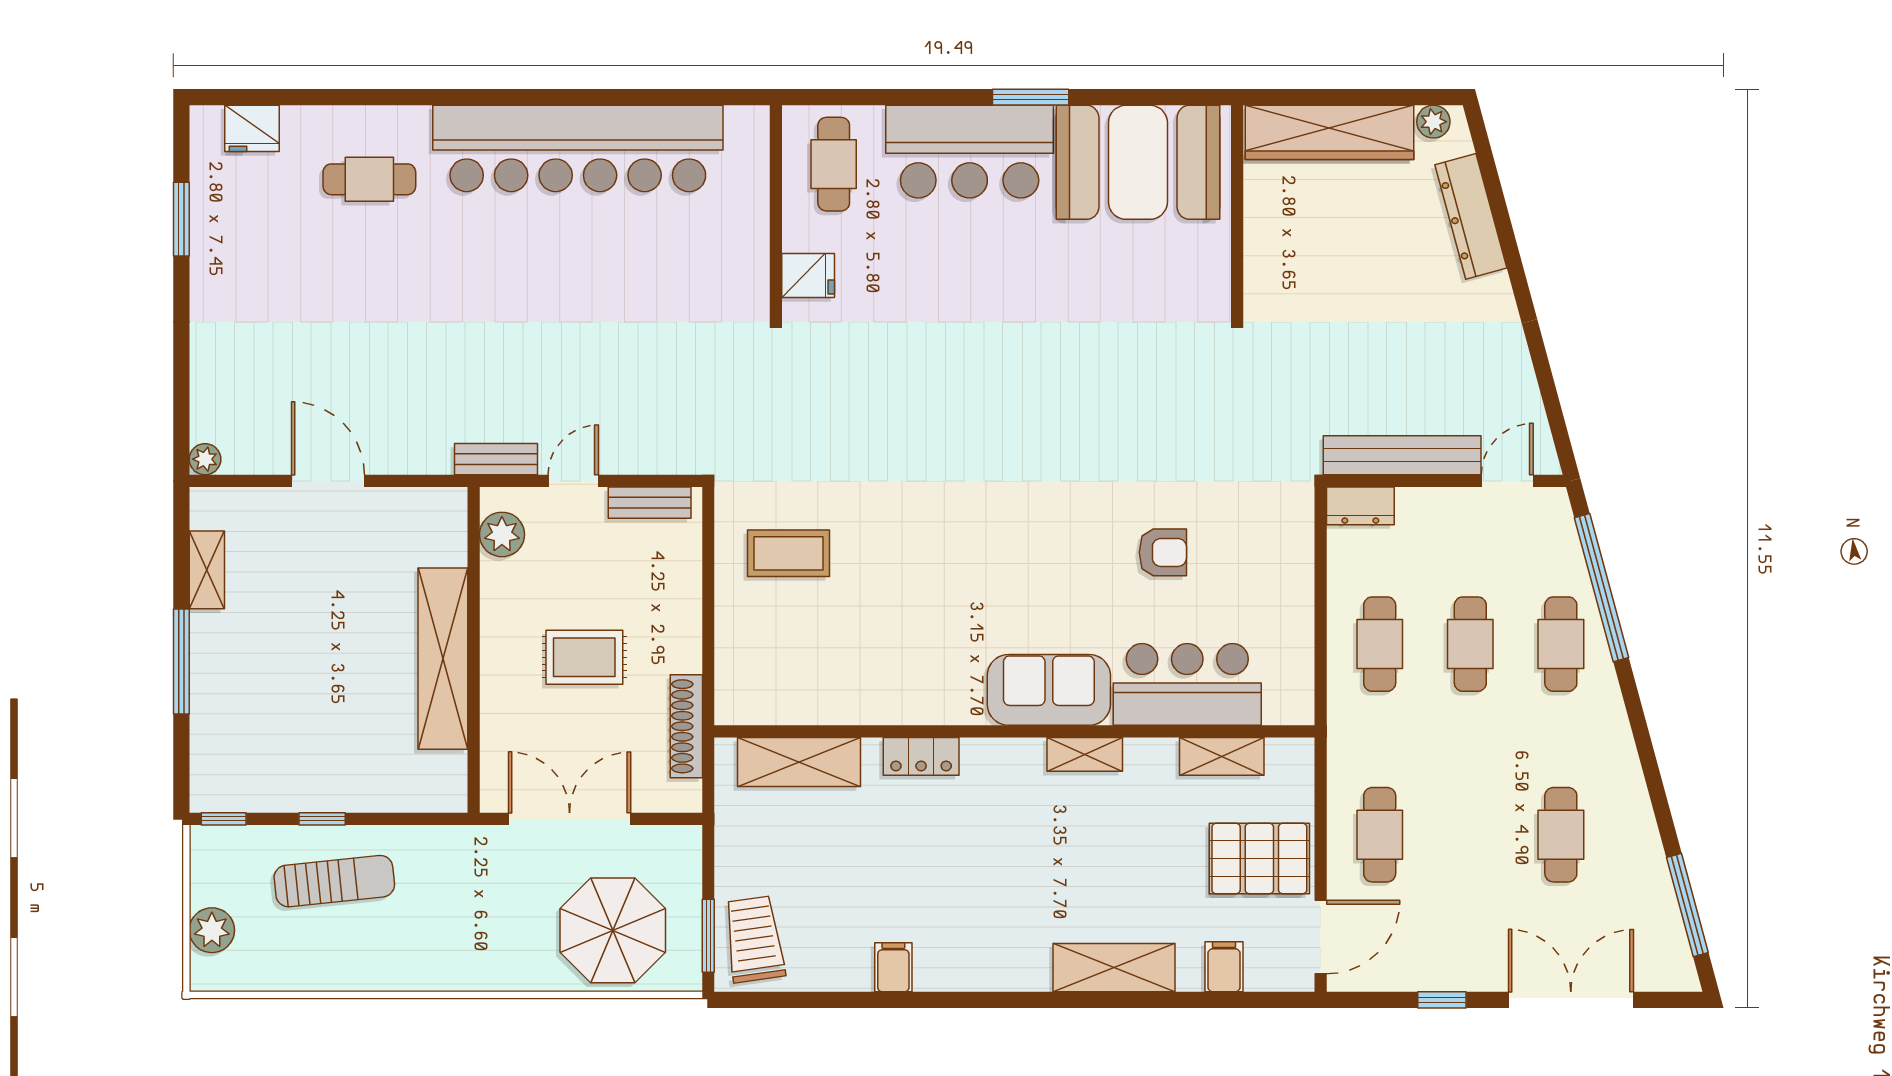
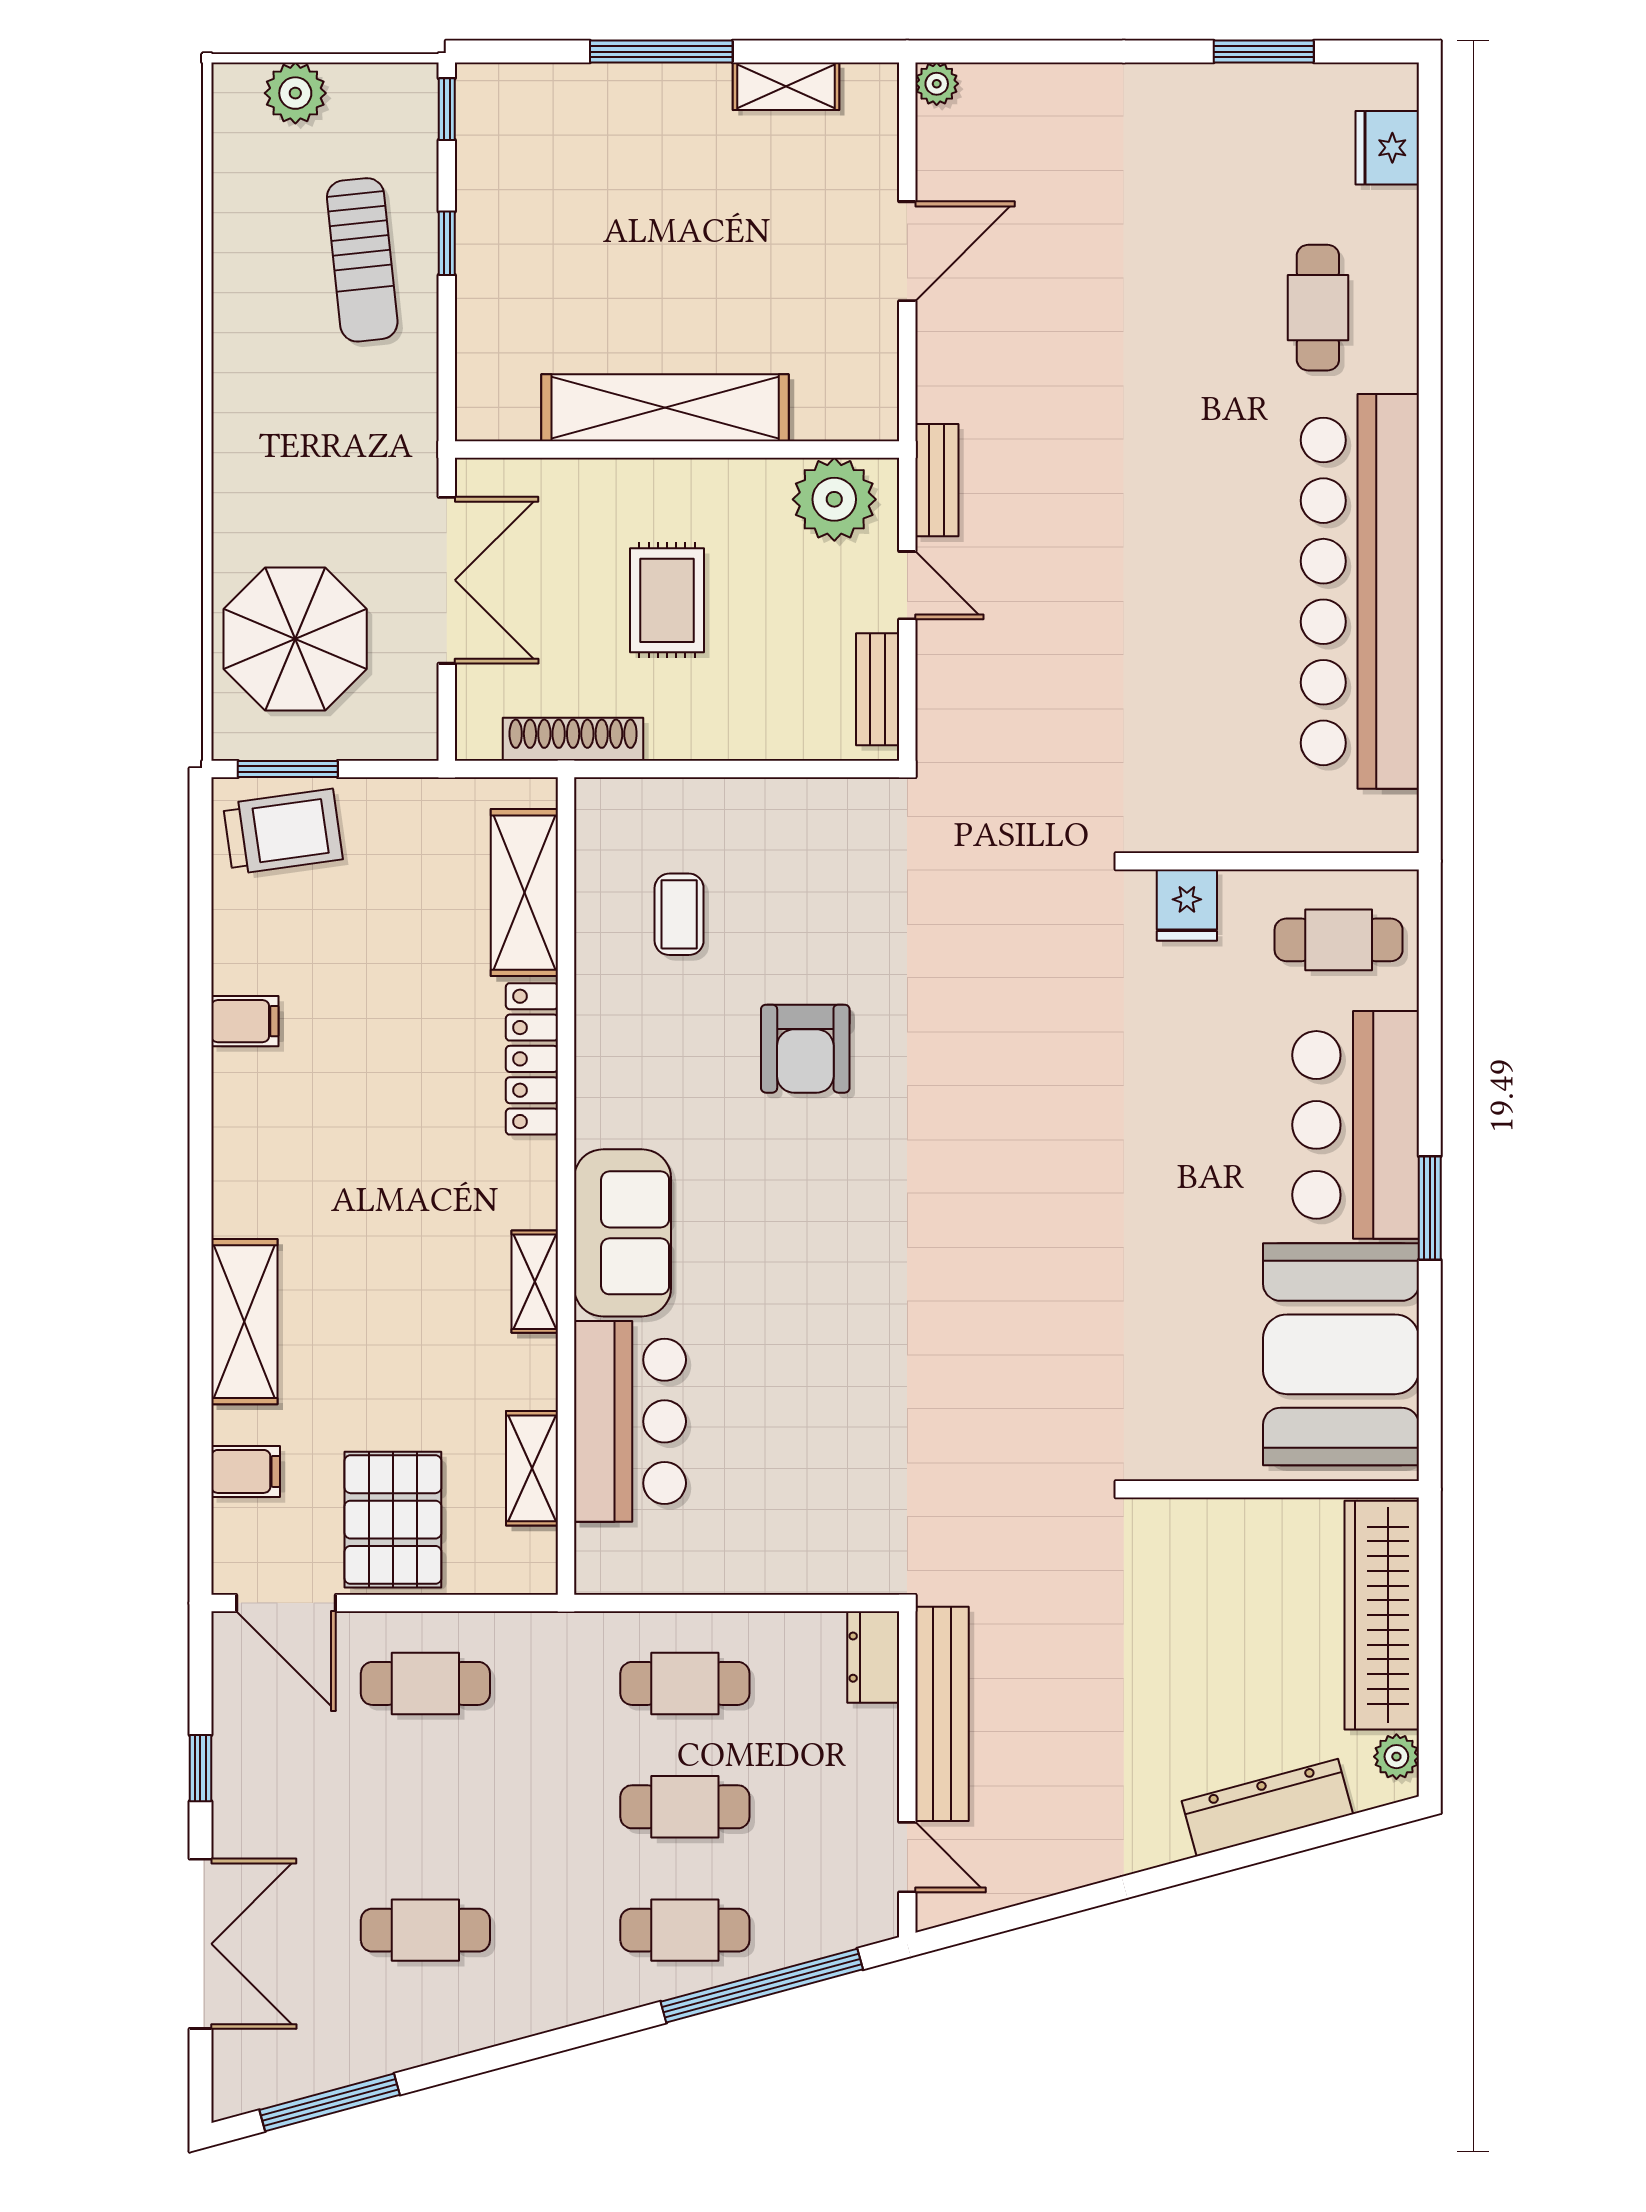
plant: (502, 534) -> (834, 499), width x1.36, depth x1.36
armchair: (1163, 552) -> (805, 1049), moved, width x1.38, depth x1.38
coffee table: (789, 553) -> (679, 914), moved, width x0.73, depth x0.77
locker: (921, 756) -> (532, 1059), width x1.53

